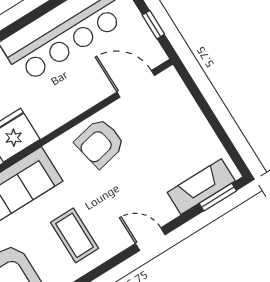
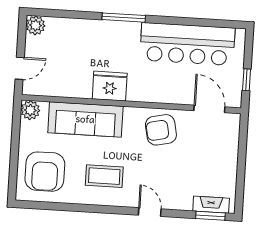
fireplace: (201, 187) -> (211, 205), width x0.73, depth x0.76
coffee table: (75, 235) -> (104, 176), turned 90

